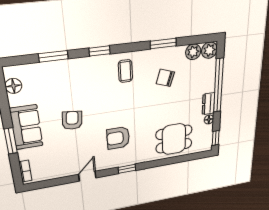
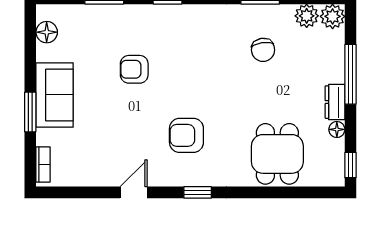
coffee table: (125, 71) -> (203, 32), removed
chair: (165, 78) -> (263, 50), turned -117
window: (218, 86) -> (350, 74), width x0.68
armchair: (72, 120) -> (134, 69), moved, turned -96
dining table: (174, 139) -> (277, 154), turned 90

